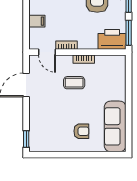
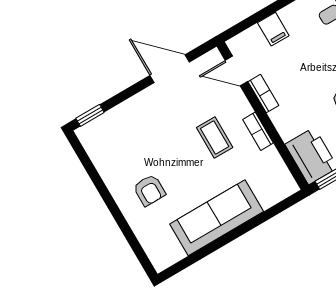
door: (47, 52) -> (236, 71), hinge flipped
sofa: (115, 126) -> (217, 218), moved

